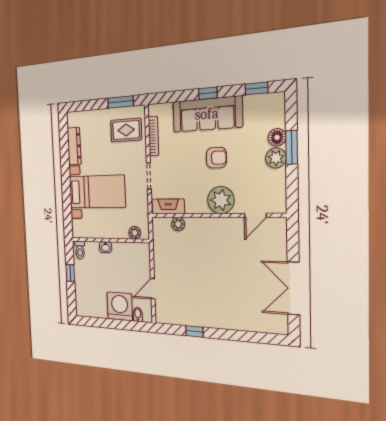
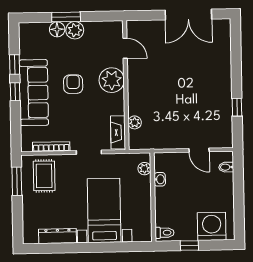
window: (257, 88) -> (15, 65), moved
washbasin: (106, 247) -> (160, 179), moved
washing machine: (120, 306) -> (212, 226), moved, turned 90

